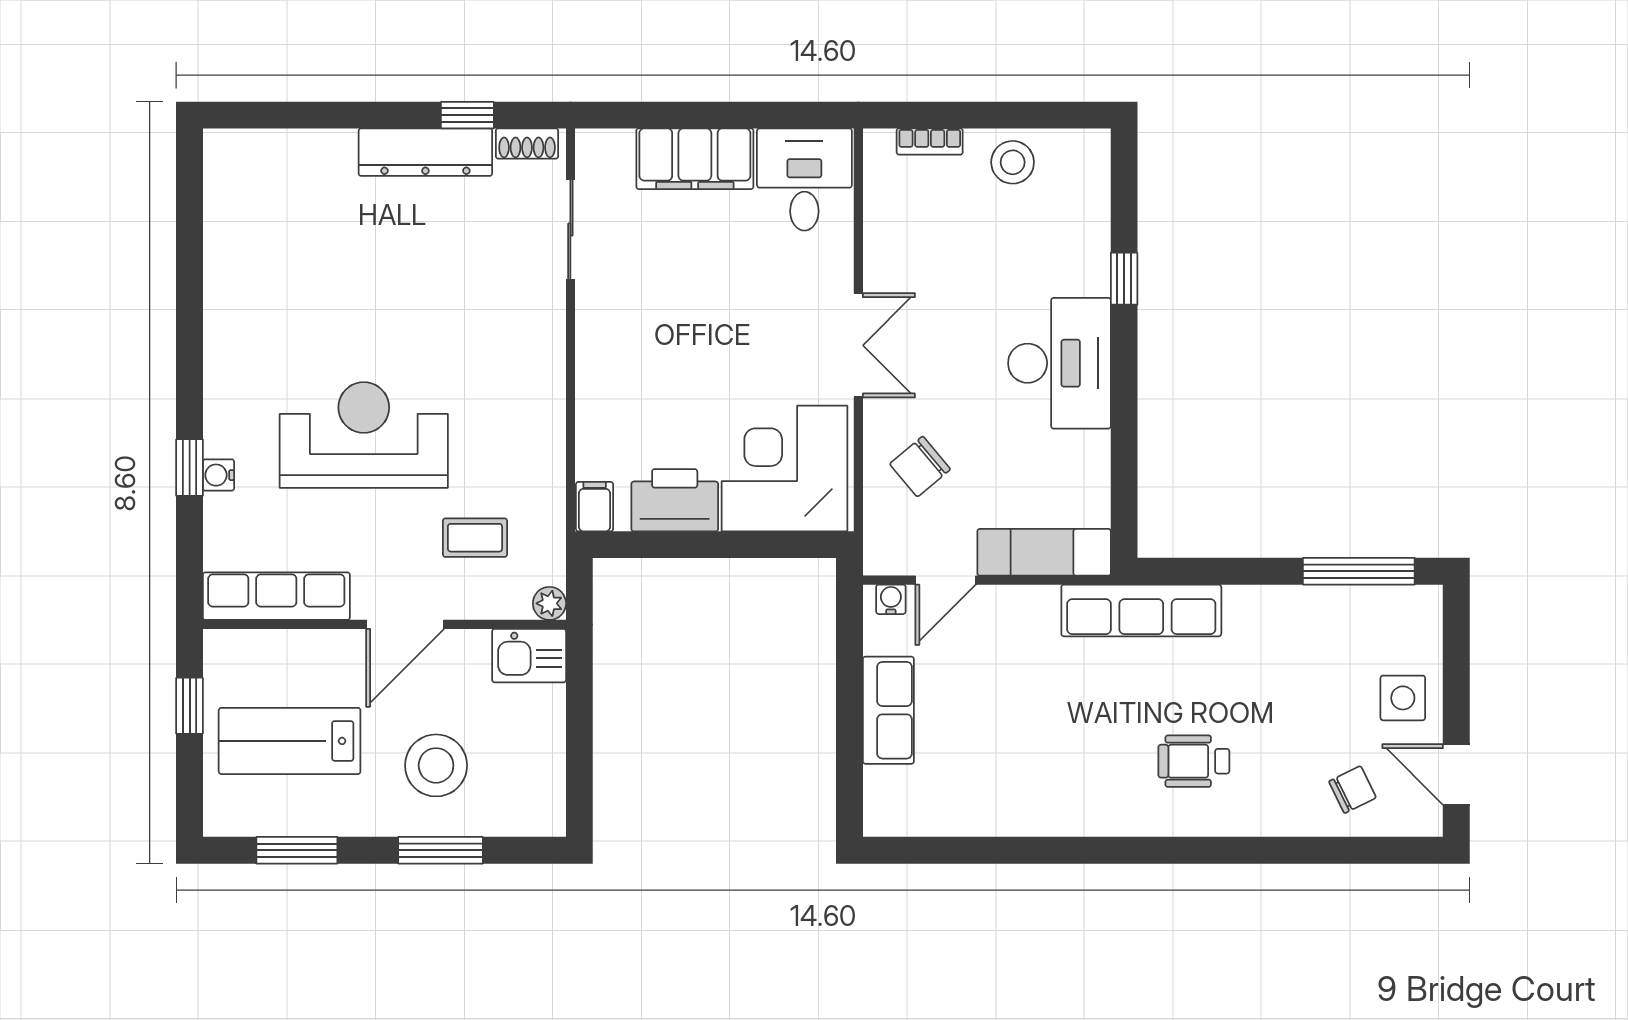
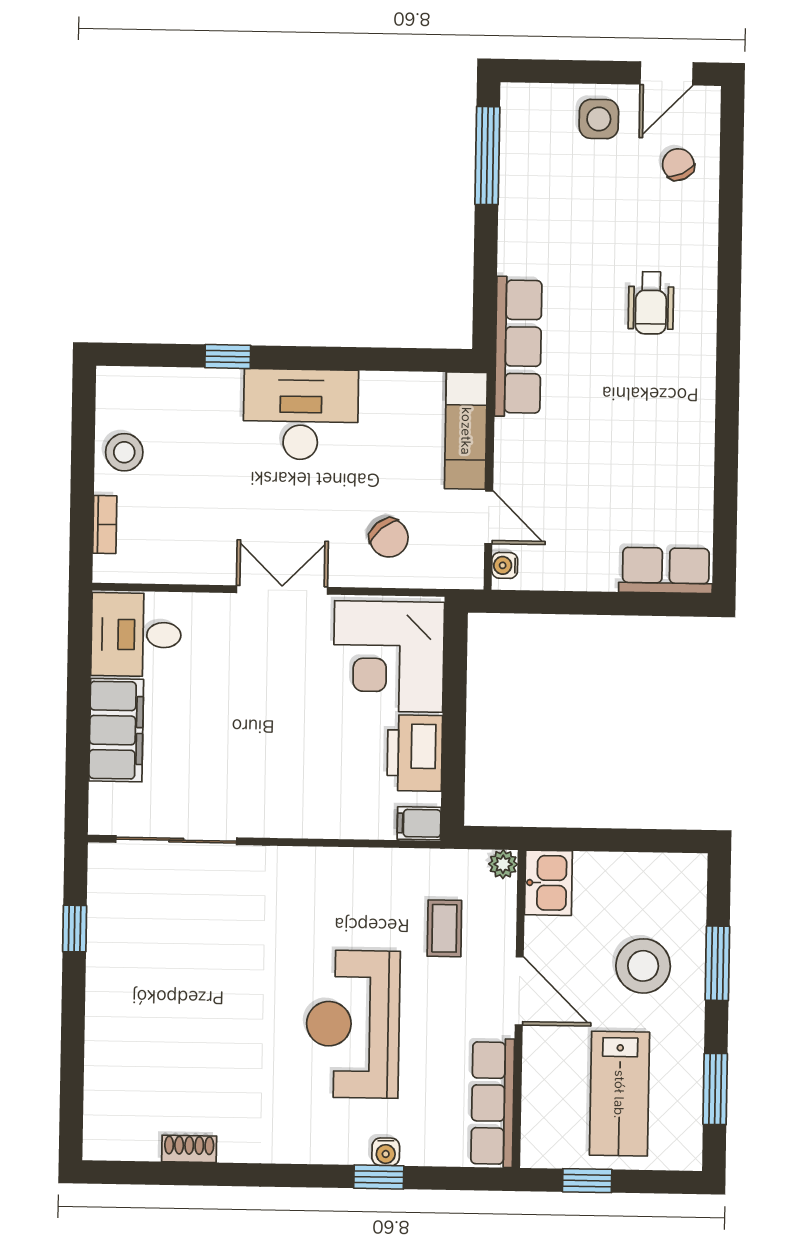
shoe rack: (527, 143) -> (189, 1149), moved, turned -90
dresser: (425, 152) -> (106, 966), removed
sliding door: (570, 229) -> (176, 840), width x1.37
row of seats: (888, 710) -> (666, 570), moved

